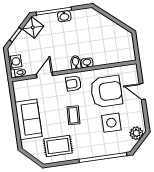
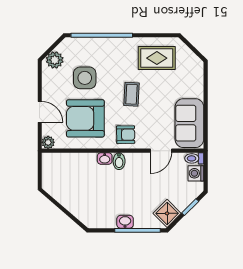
plant: (132, 69) -> (48, 142), added
sofa: (28, 119) -> (189, 123), moved

